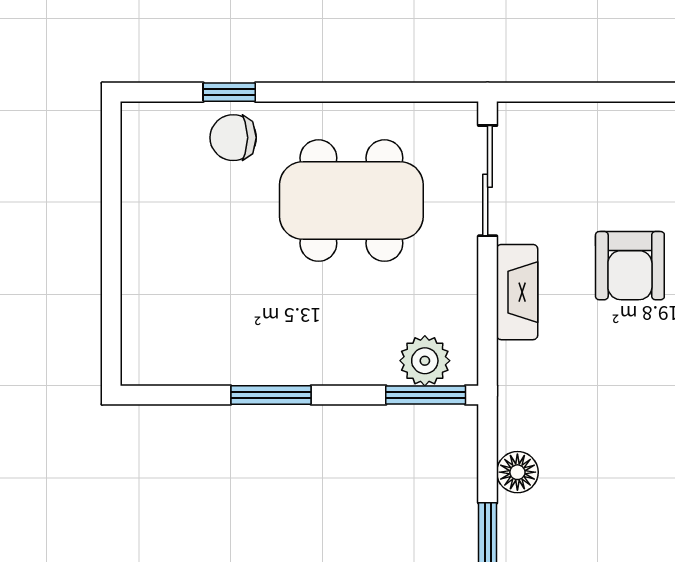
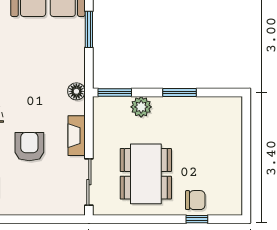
dining table: (351, 201) -> (146, 174), turned 90
plant: (425, 361) -> (141, 107), moved
floor lamp: (517, 472) -> (76, 91), moved

